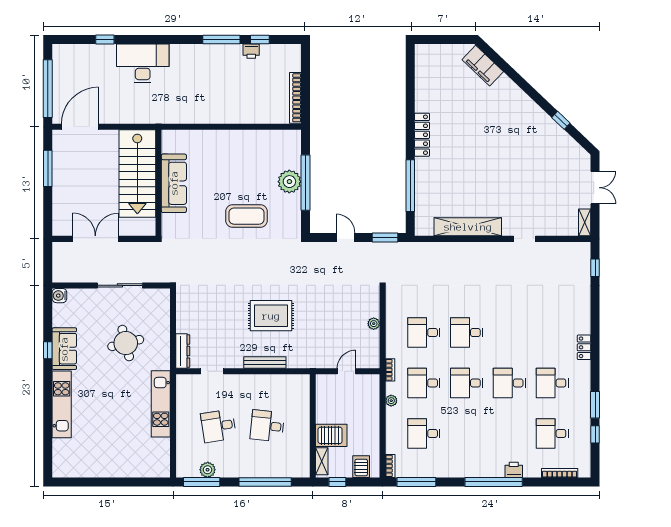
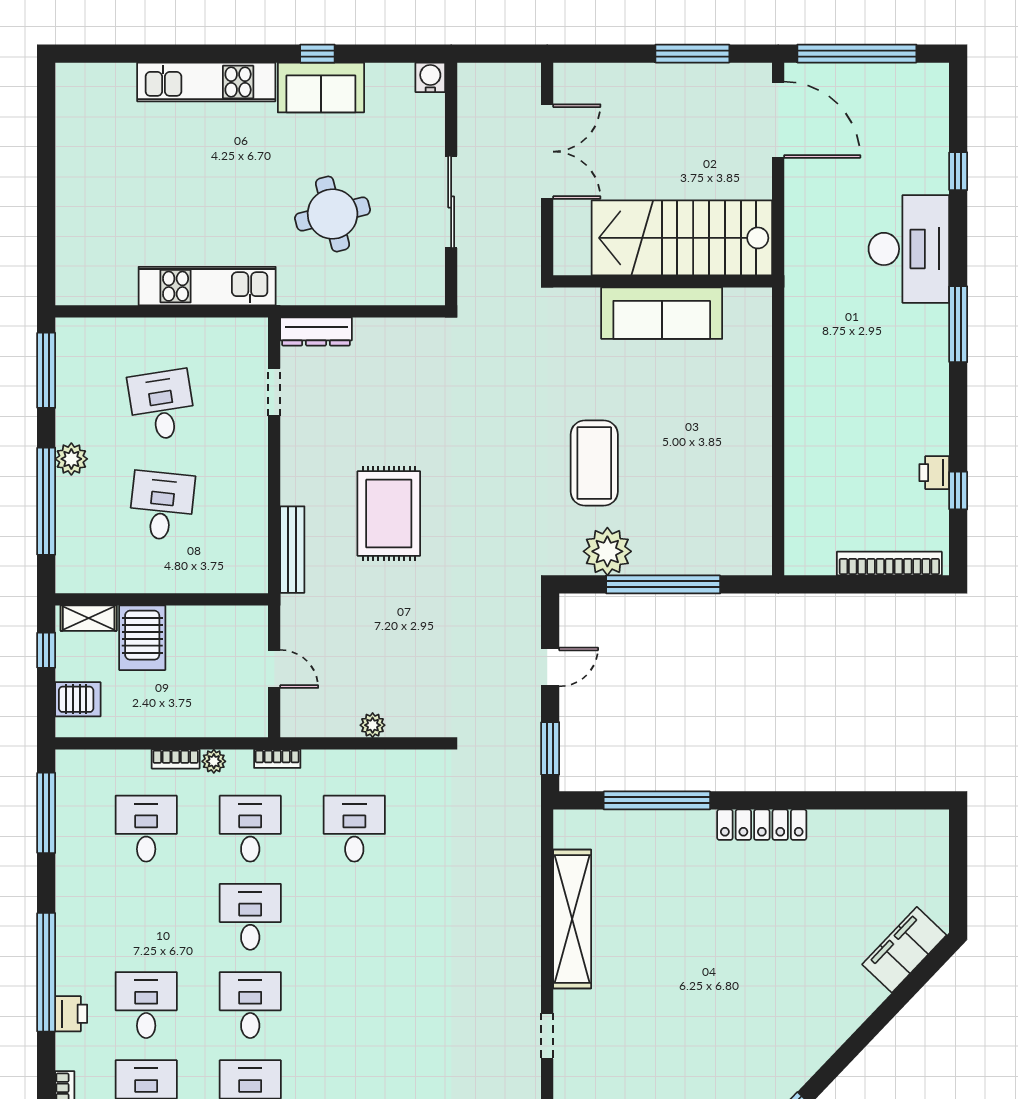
window: (221, 39) -> (958, 324), moved
bookcase: (295, 98) -> (889, 564), moved
plant: (289, 182) -> (607, 551), moved
desk: (467, 332) -> (146, 1005), moved
bench: (265, 363) -> (292, 550), moved
bookcase: (390, 466) -> (176, 759), moved
plant: (208, 470) -> (71, 459), moved

